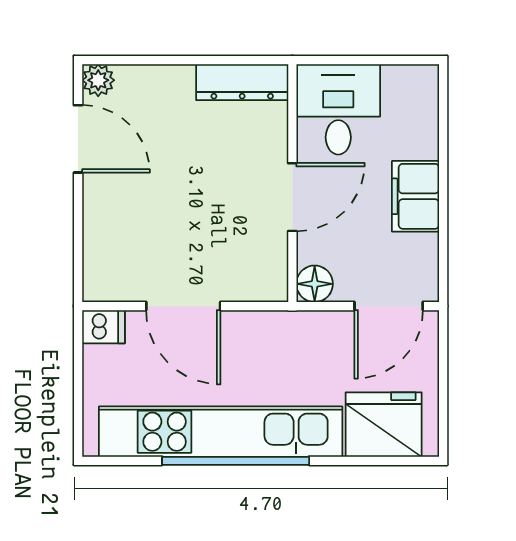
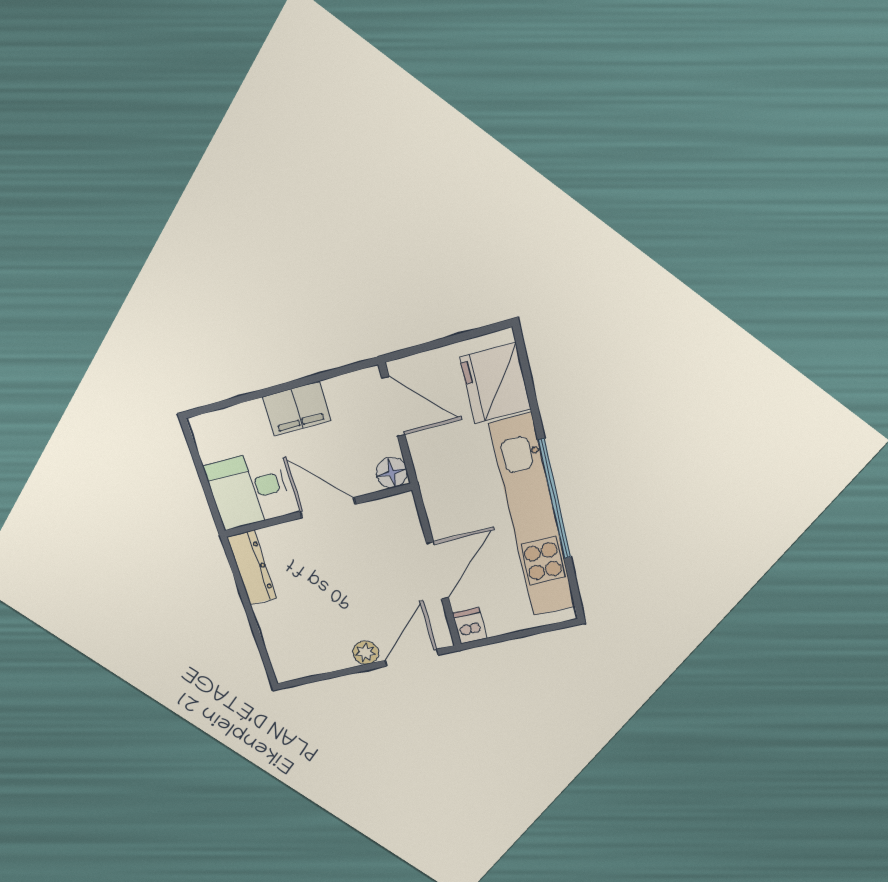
plant: (98, 80) -> (366, 653), moved
door: (78, 139) -> (412, 658), moved

